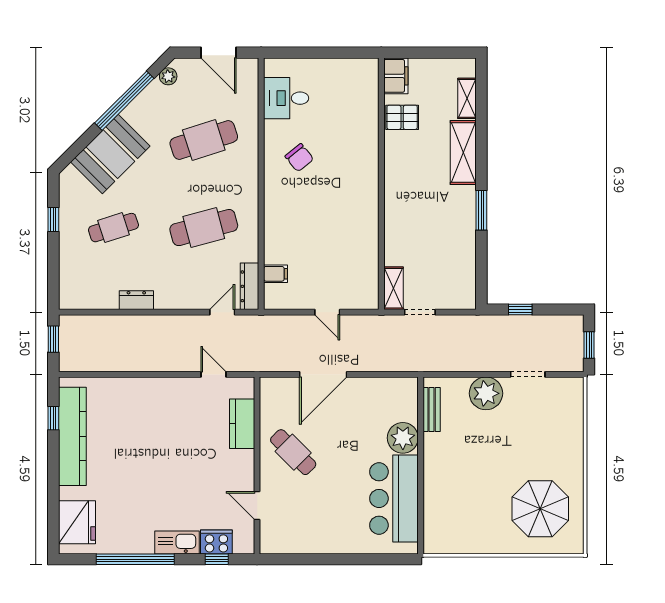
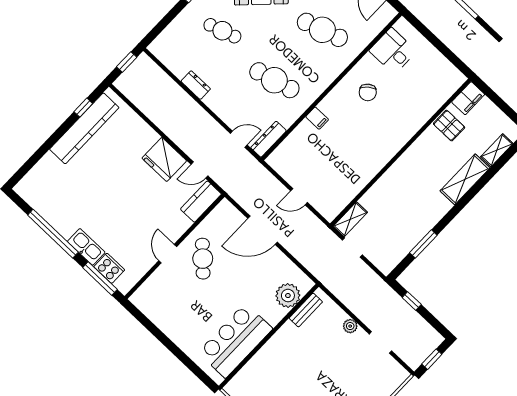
window: (481, 210) -> (423, 244), moved
filing cabinet: (275, 274) -> (317, 118), moved
door: (327, 312) -> (299, 197), hinge flipped
door: (213, 374) -> (199, 170), swing flipped
plant: (486, 393) -> (350, 326), width x0.53, depth x0.53
kitchen counter: (242, 424) -> (201, 202), moved
plant: (403, 438) -> (288, 296), moved
door: (257, 506) -> (168, 254), moved
fridge: (77, 522) -> (164, 159), moved, turned 90
window: (217, 559) -> (100, 278), width x2.17

